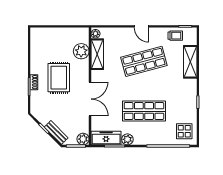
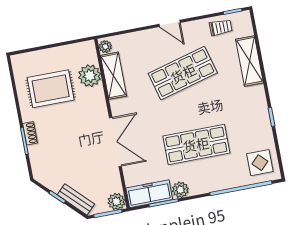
rug: (59, 78) -> (51, 89), moved, turned 90

